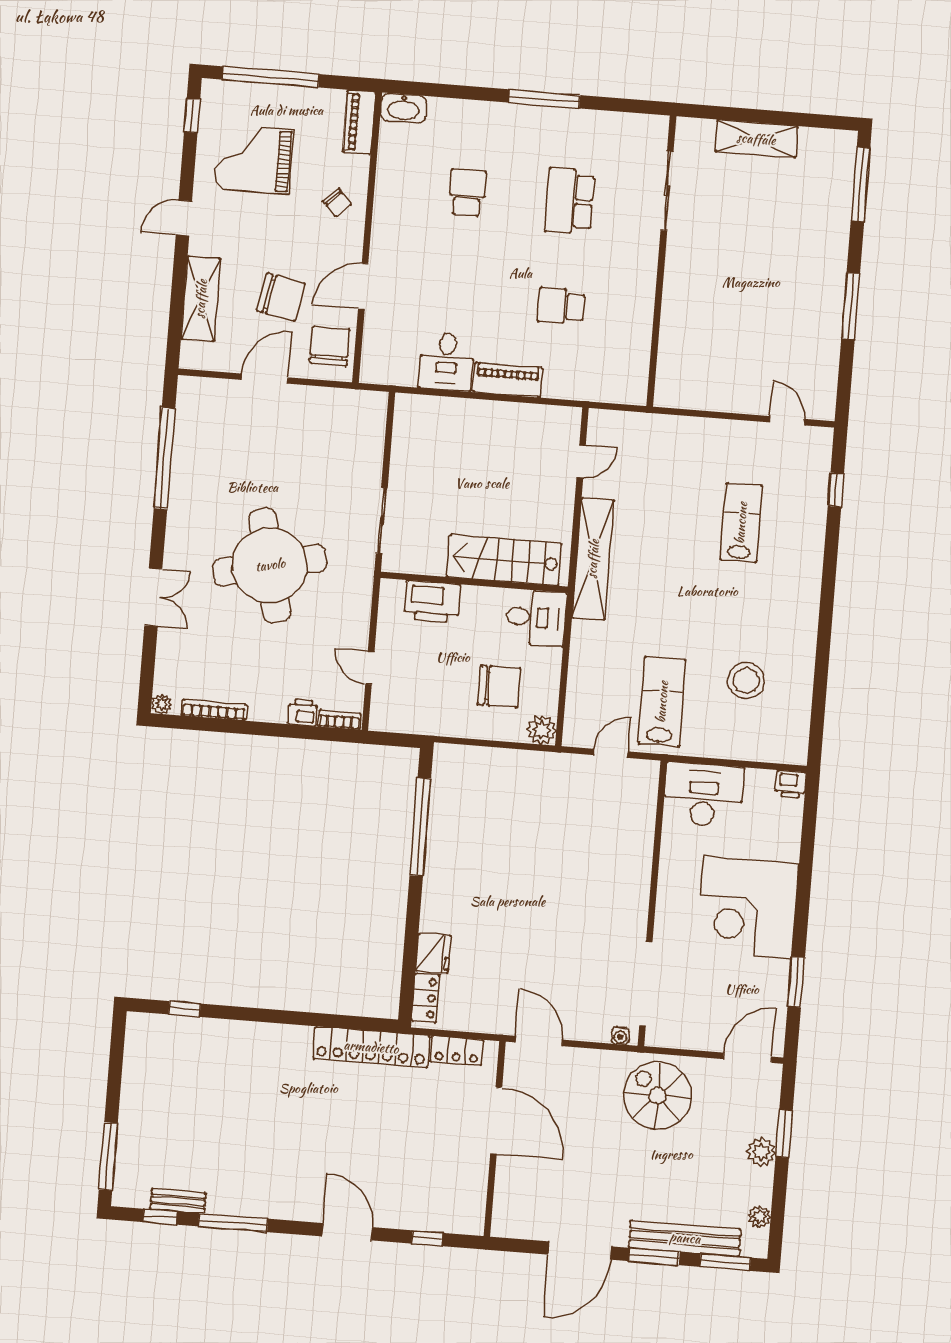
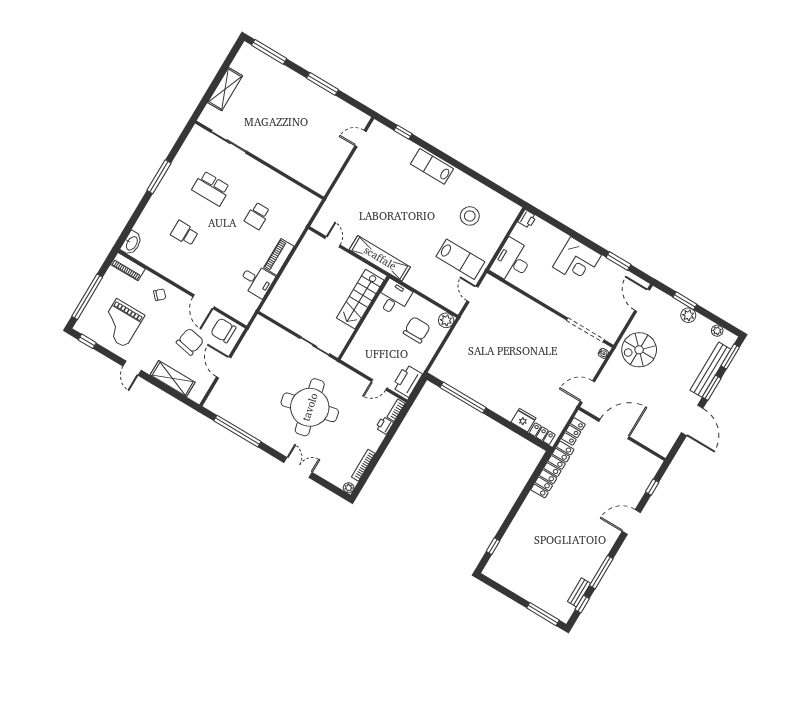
lab bench: (741, 523) -> (432, 166), moved
printer: (432, 602) -> (407, 381), moved, turned 180
lab bench: (662, 702) -> (460, 259), turned 180
corner desk: (747, 908) -> (577, 261), width x0.74, depth x0.74

